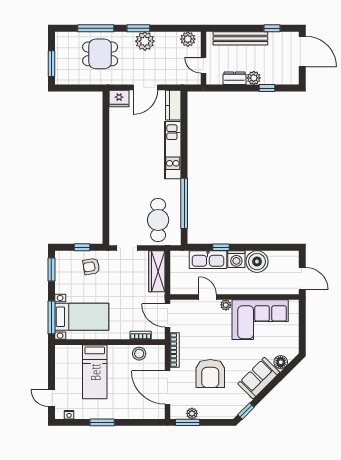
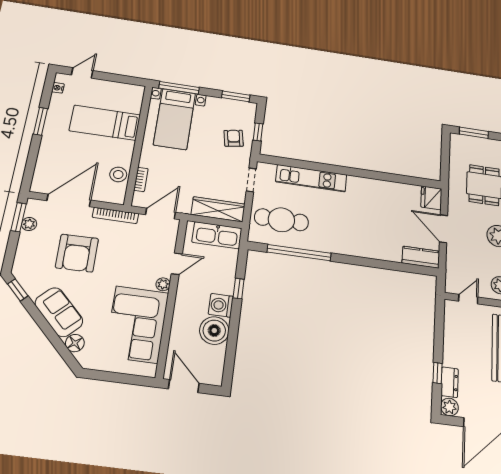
dresser: (234, 78) -> (450, 382), moved
plant: (254, 78) -> (449, 407), moved
kitchen unit: (173, 150) -> (311, 178), moved, turned 180
kitchen sink: (208, 260) -> (217, 235), moved, turned -90
door: (302, 278) -> (184, 386), swing flipped
armchair: (210, 373) -> (77, 253), turned -91

